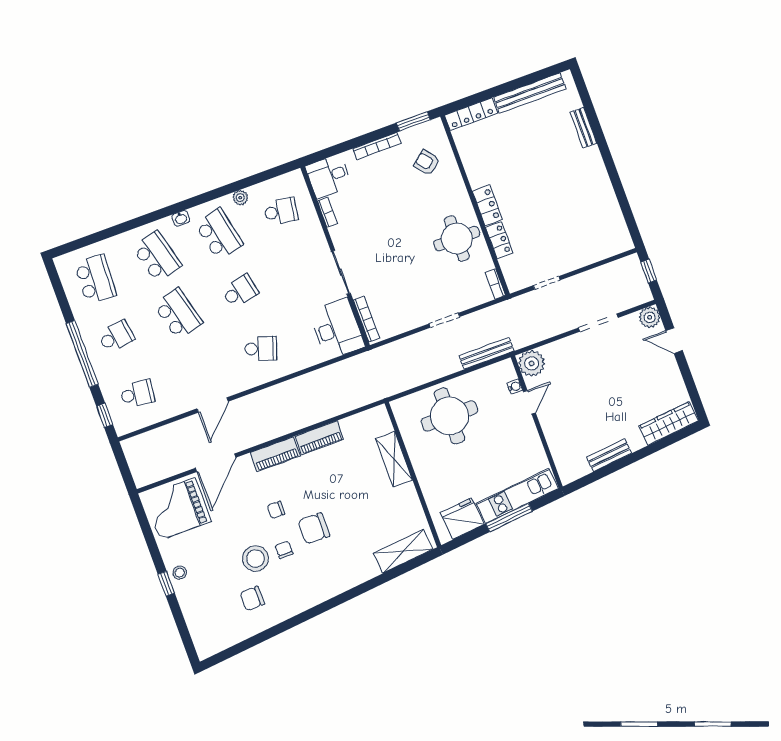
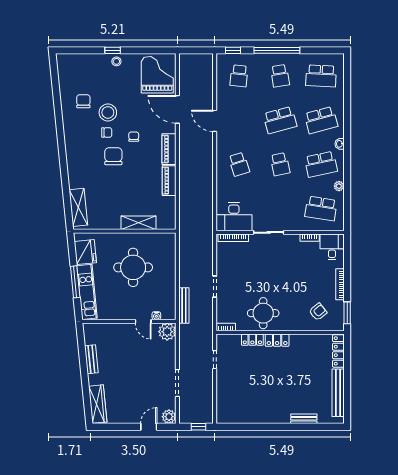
school desk: (281, 211) -> (321, 208), width x1.85
school desk: (261, 349) -> (239, 164), turned -36
round table: (449, 416) -> (133, 267), moved

